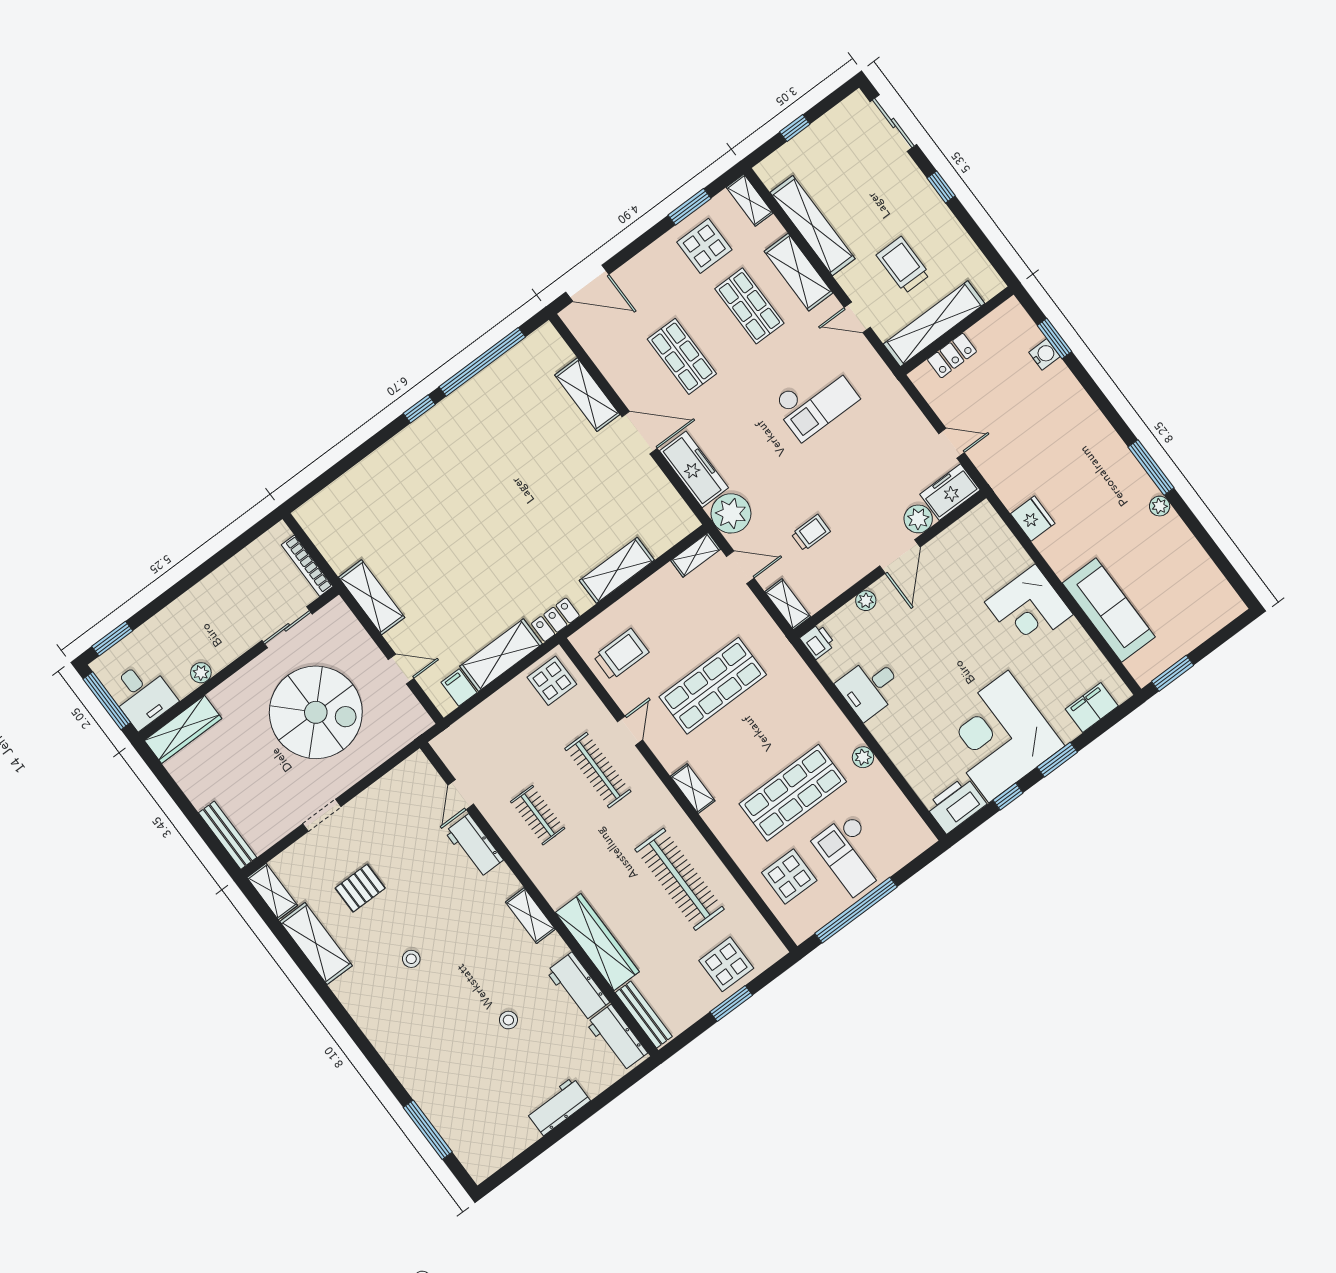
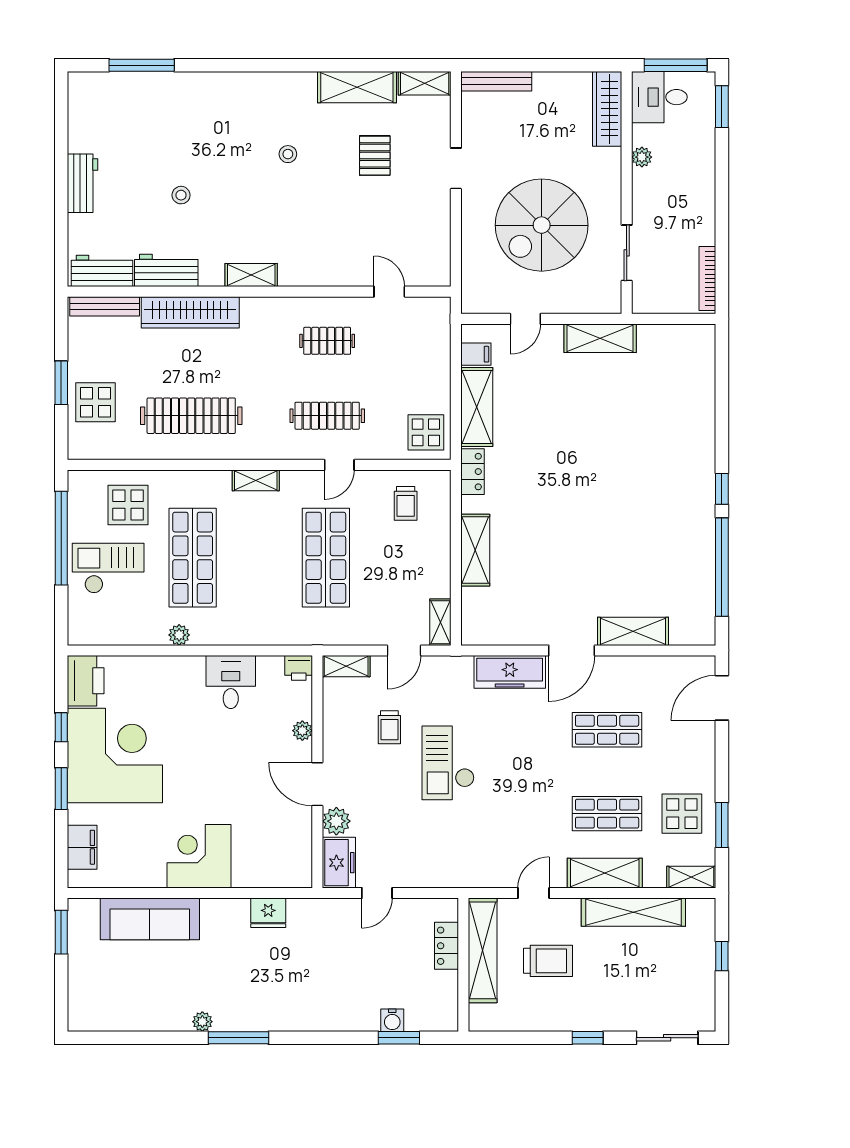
checkout: (816, 400) -> (448, 763), moved
plant: (731, 513) -> (452, 675), removed
bookcase: (307, 566) -> (707, 278), moved, turned -90
trolley: (621, 654) -> (406, 503), width x0.73, depth x0.72
door: (630, 731) -> (339, 465), hinge flipped
workbench: (474, 846) -> (341, 272), removed

